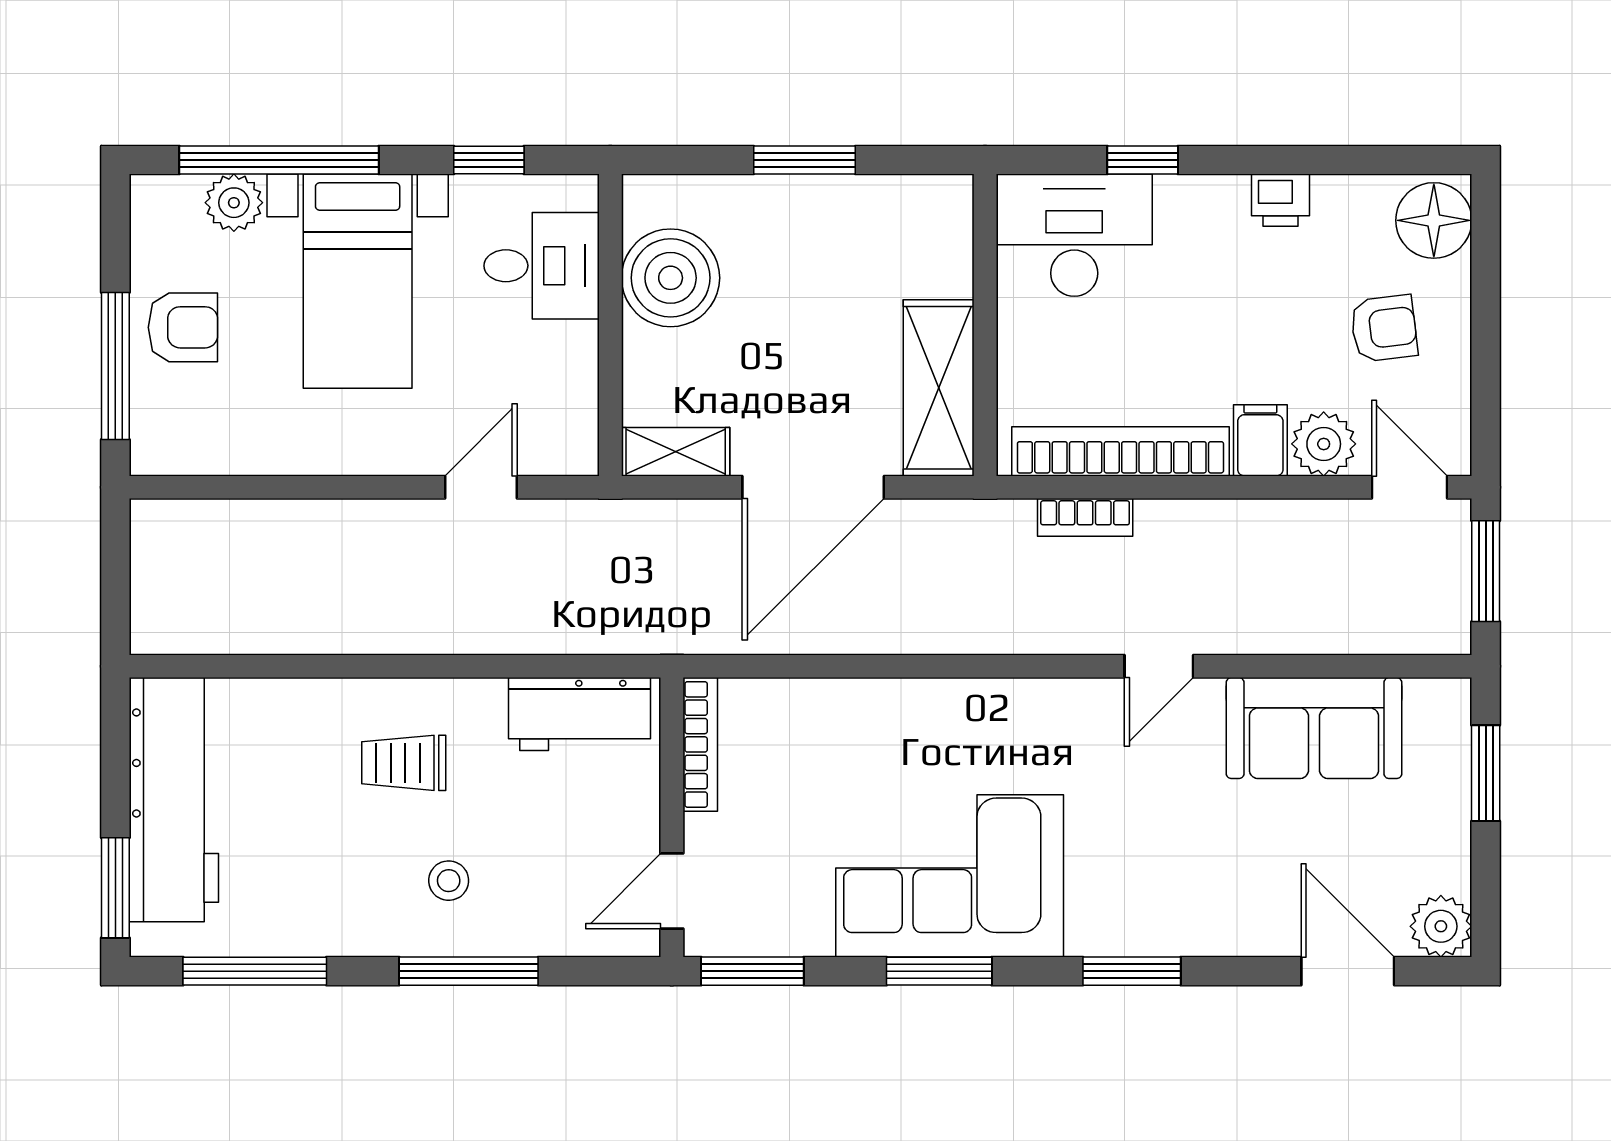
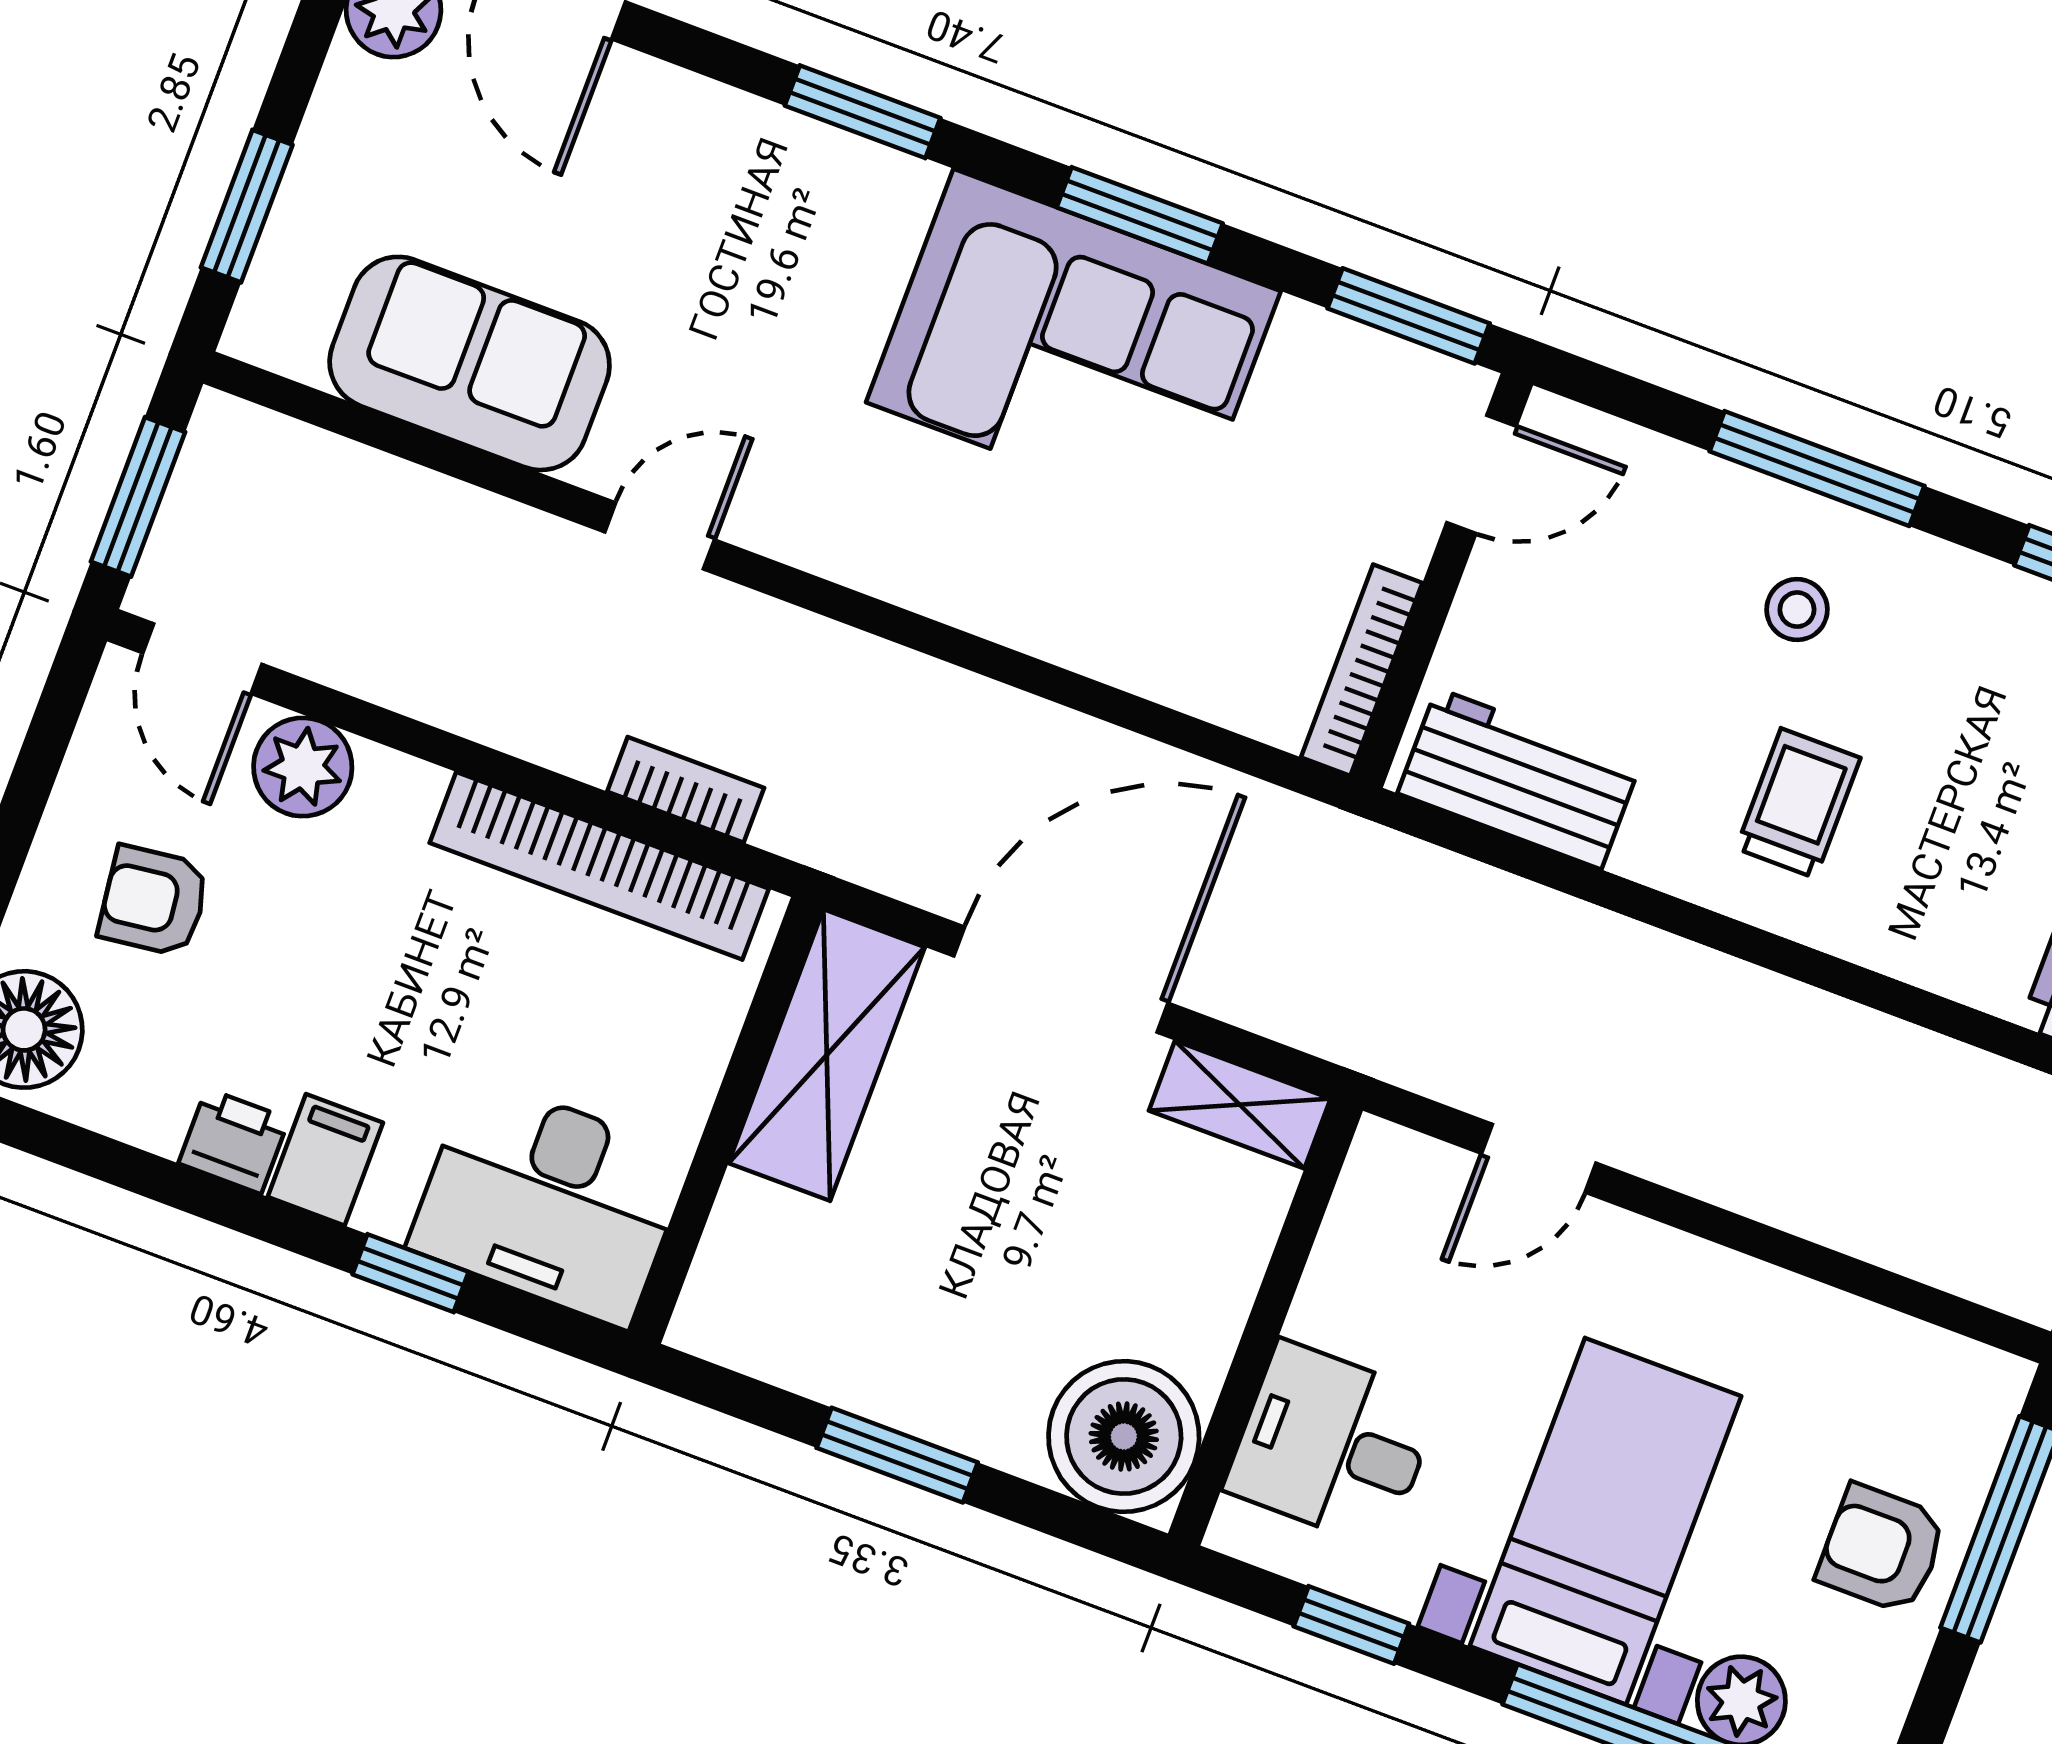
boiler: (671, 278) -> (1124, 1436), moved
filing cabinet: (1260, 440) -> (325, 1160), moved, turned 180
trolley: (404, 763) -> (1798, 803), turned -90

